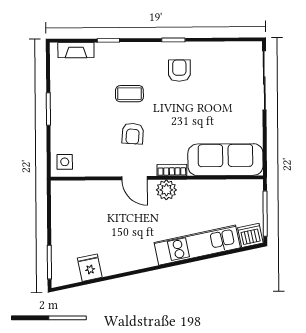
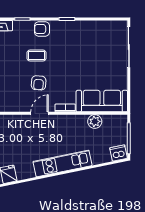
armchair: (179, 71) -> (42, 29), moved, turned -90
door: (135, 178) -> (40, 113), swing flipped
plant: (166, 190) -> (95, 121), moved
kitchen unit: (197, 245) -> (62, 163), moved

